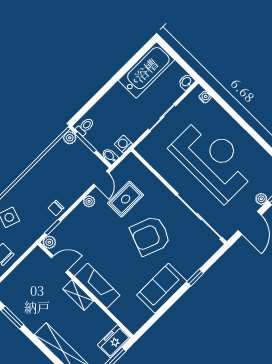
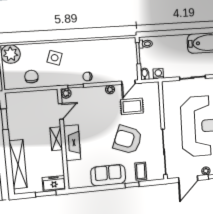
plant: (70, 138) -> (131, 42), removed
coffee table: (192, 256) -> (141, 171), added
door: (60, 264) -> (61, 111), hinge flipped

